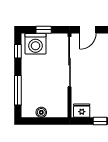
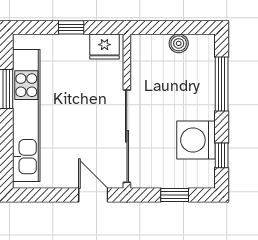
door: (88, 30) -> (93, 195), hinge flipped
washing machine: (35, 44) -> (196, 140), moved, turned -90

